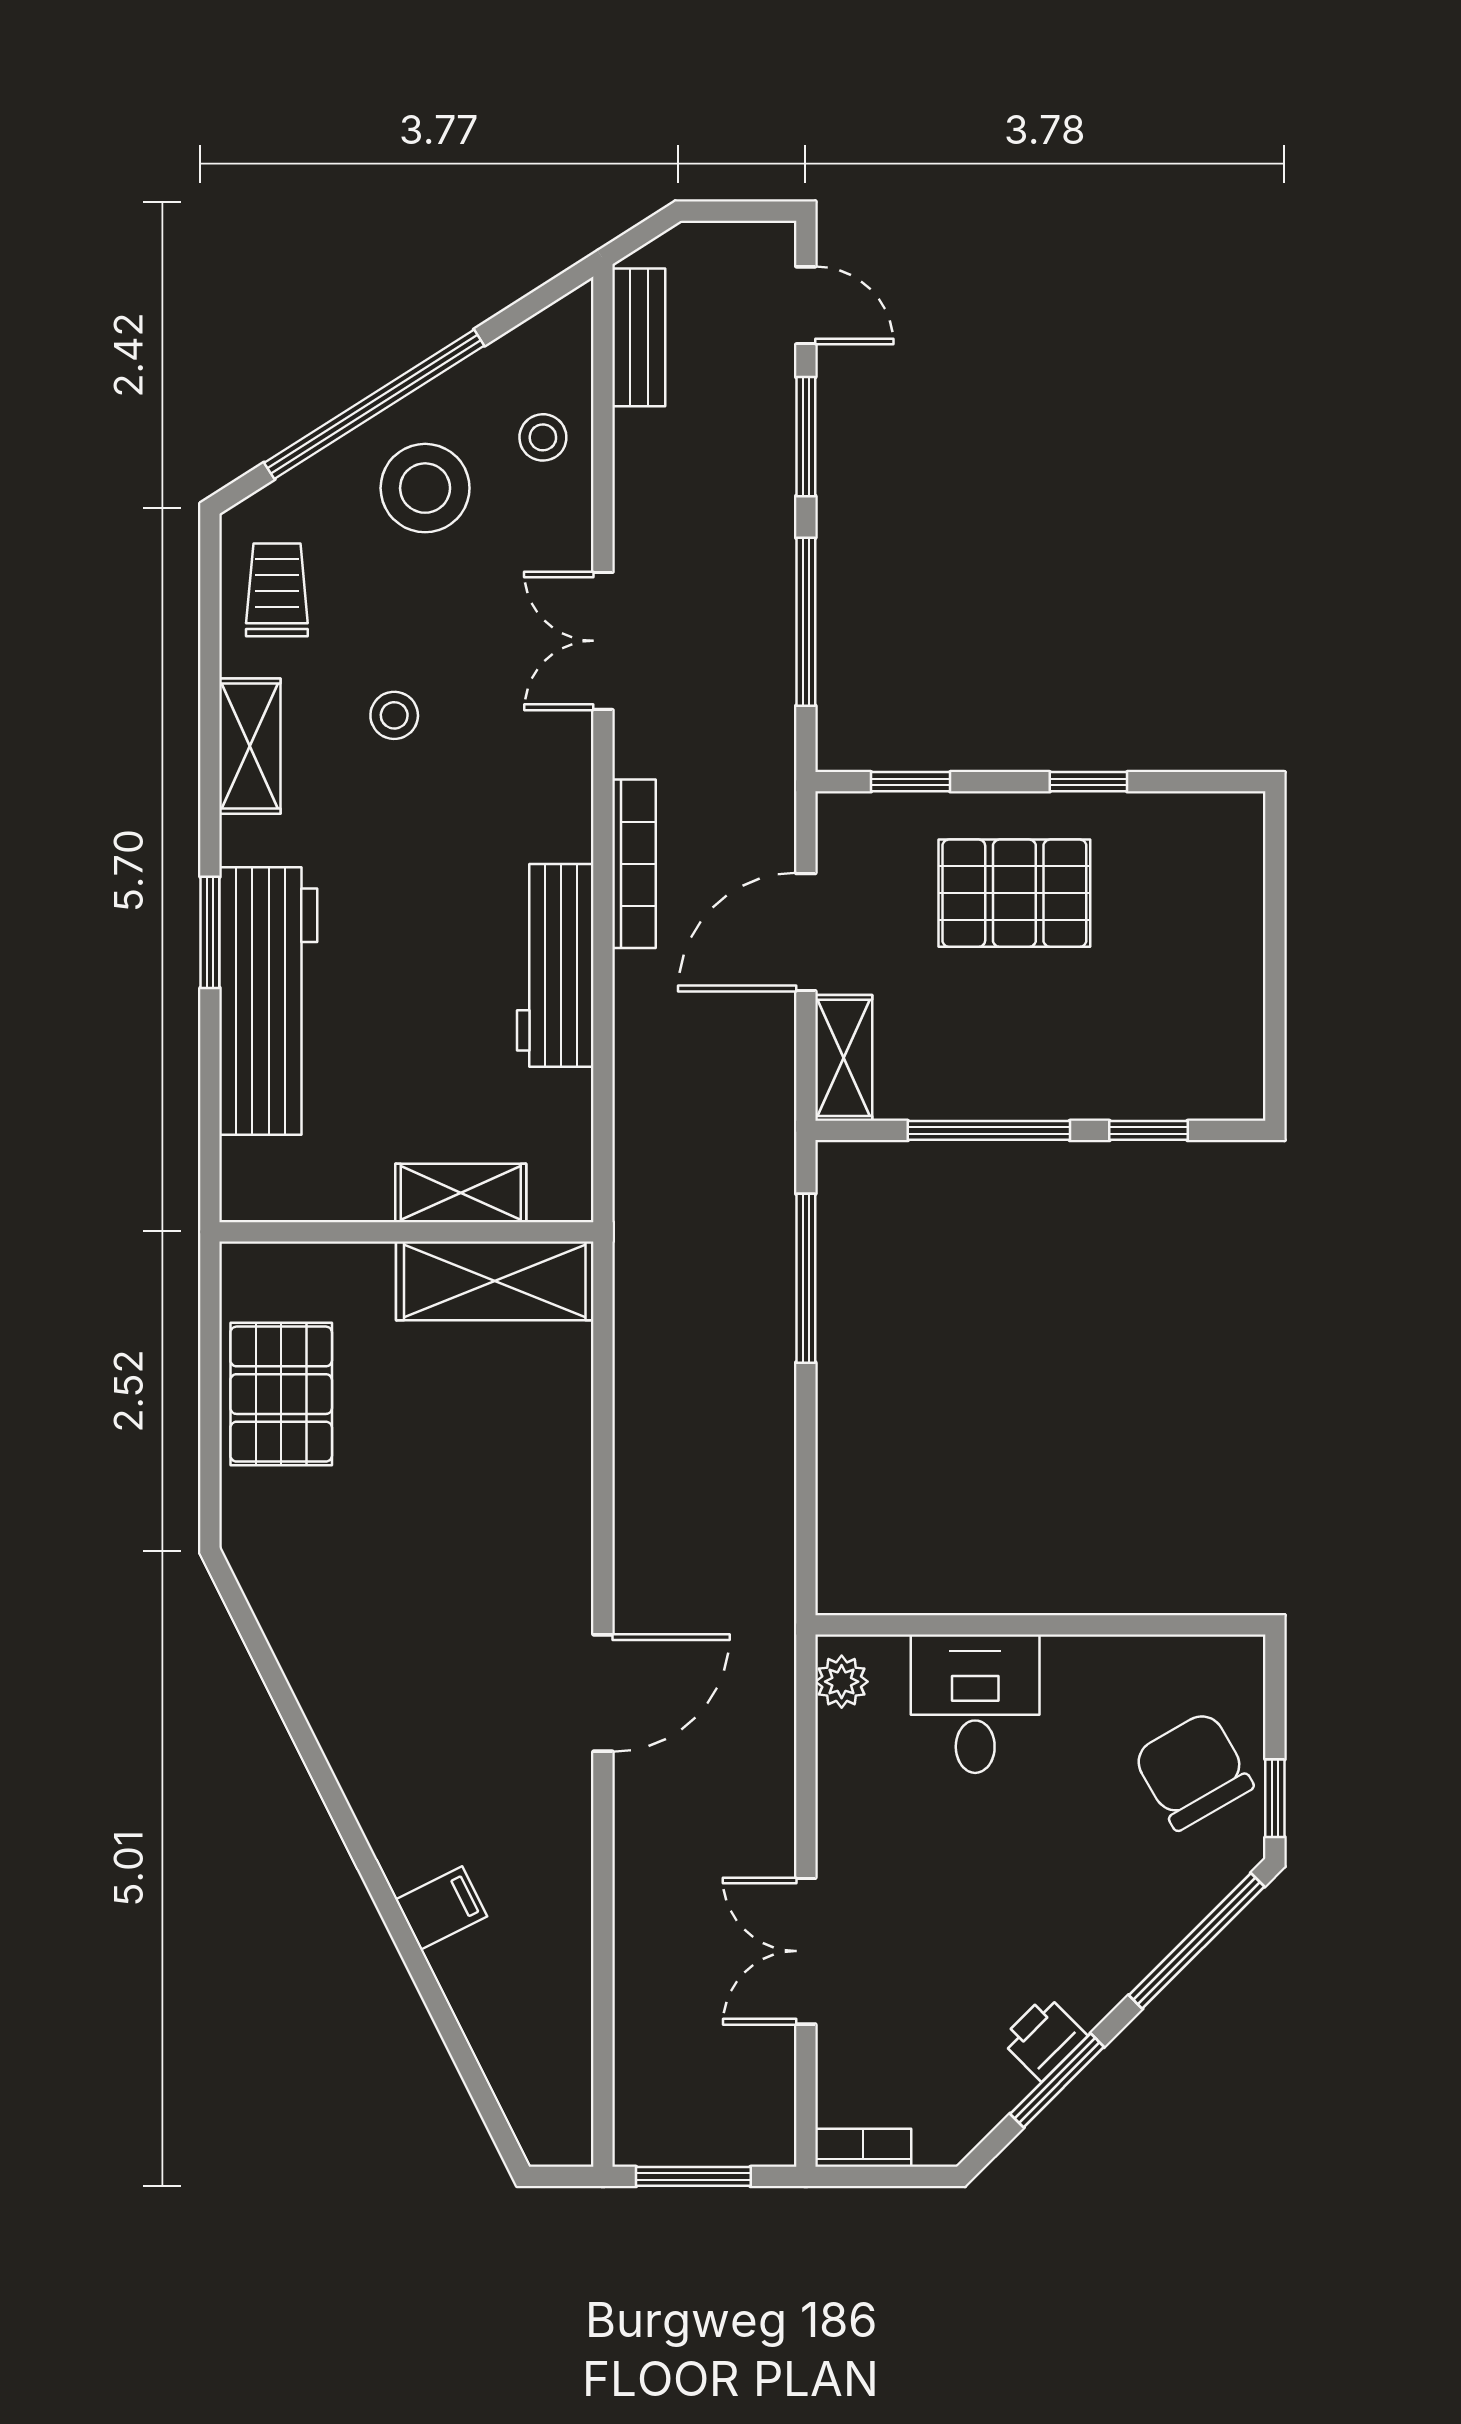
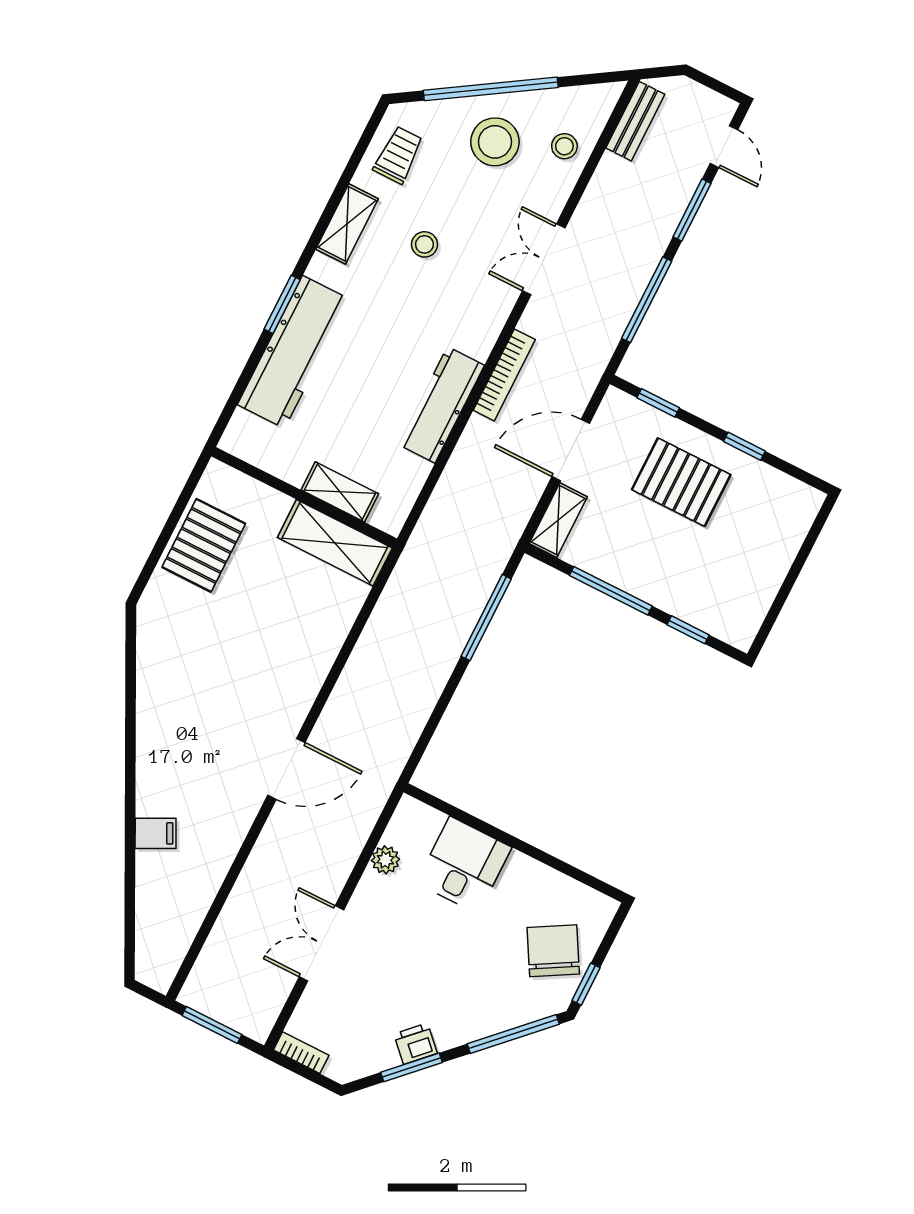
plant: (842, 1682) -> (385, 860), moved

